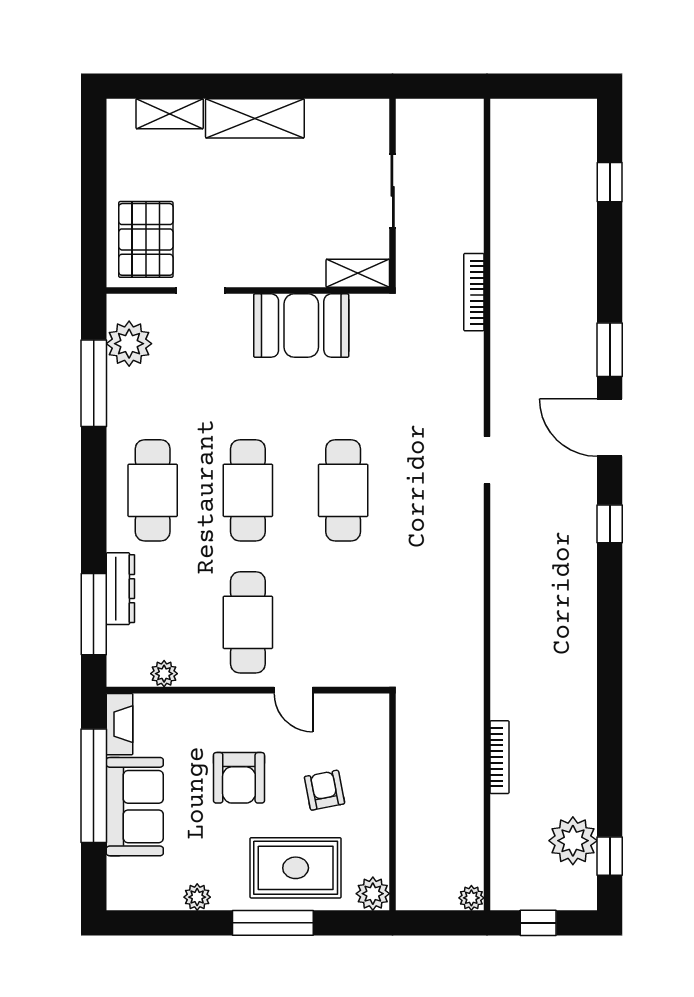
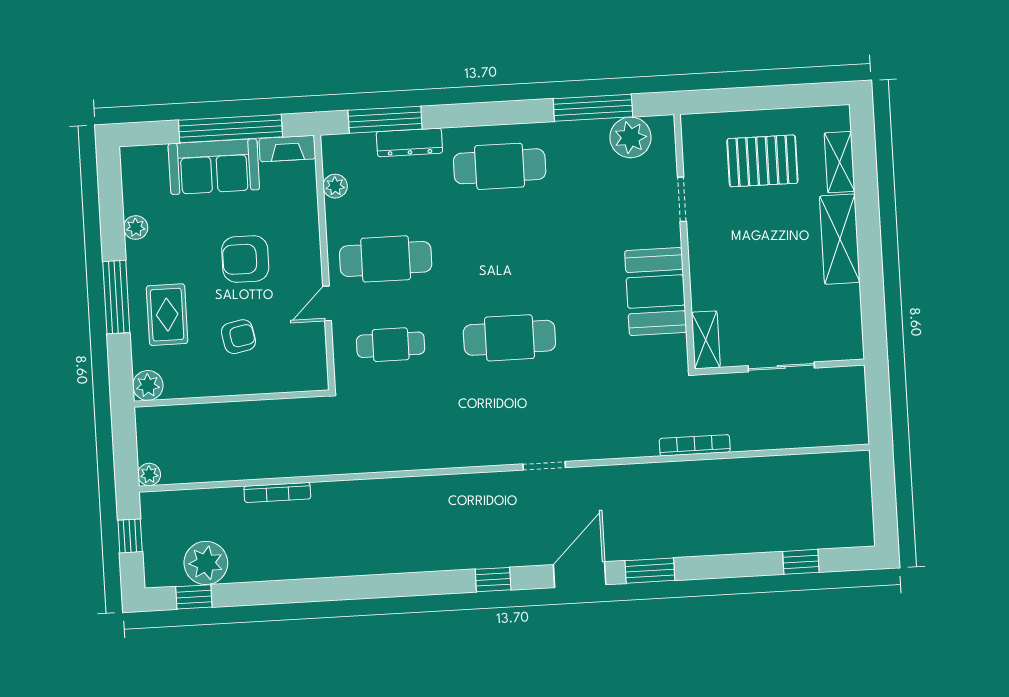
pallet: (146, 239) -> (762, 161), moved
cafe table: (248, 490) -> (391, 345), moved, width x0.73, depth x0.74
rug: (296, 868) -> (167, 315), width x0.73, depth x0.70

